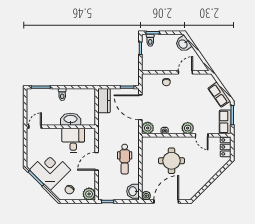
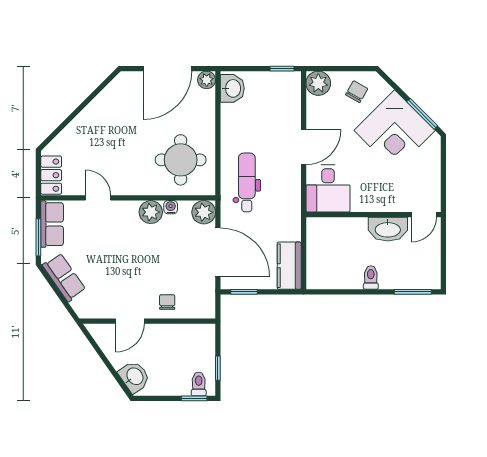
washbasin: (71, 119) -> (388, 229), moved
plant: (188, 128) -> (151, 212), moved
desk: (73, 140) -> (328, 189), moved
dental chair: (125, 159) -> (247, 182), moved
round table: (171, 161) -> (181, 160), moved

